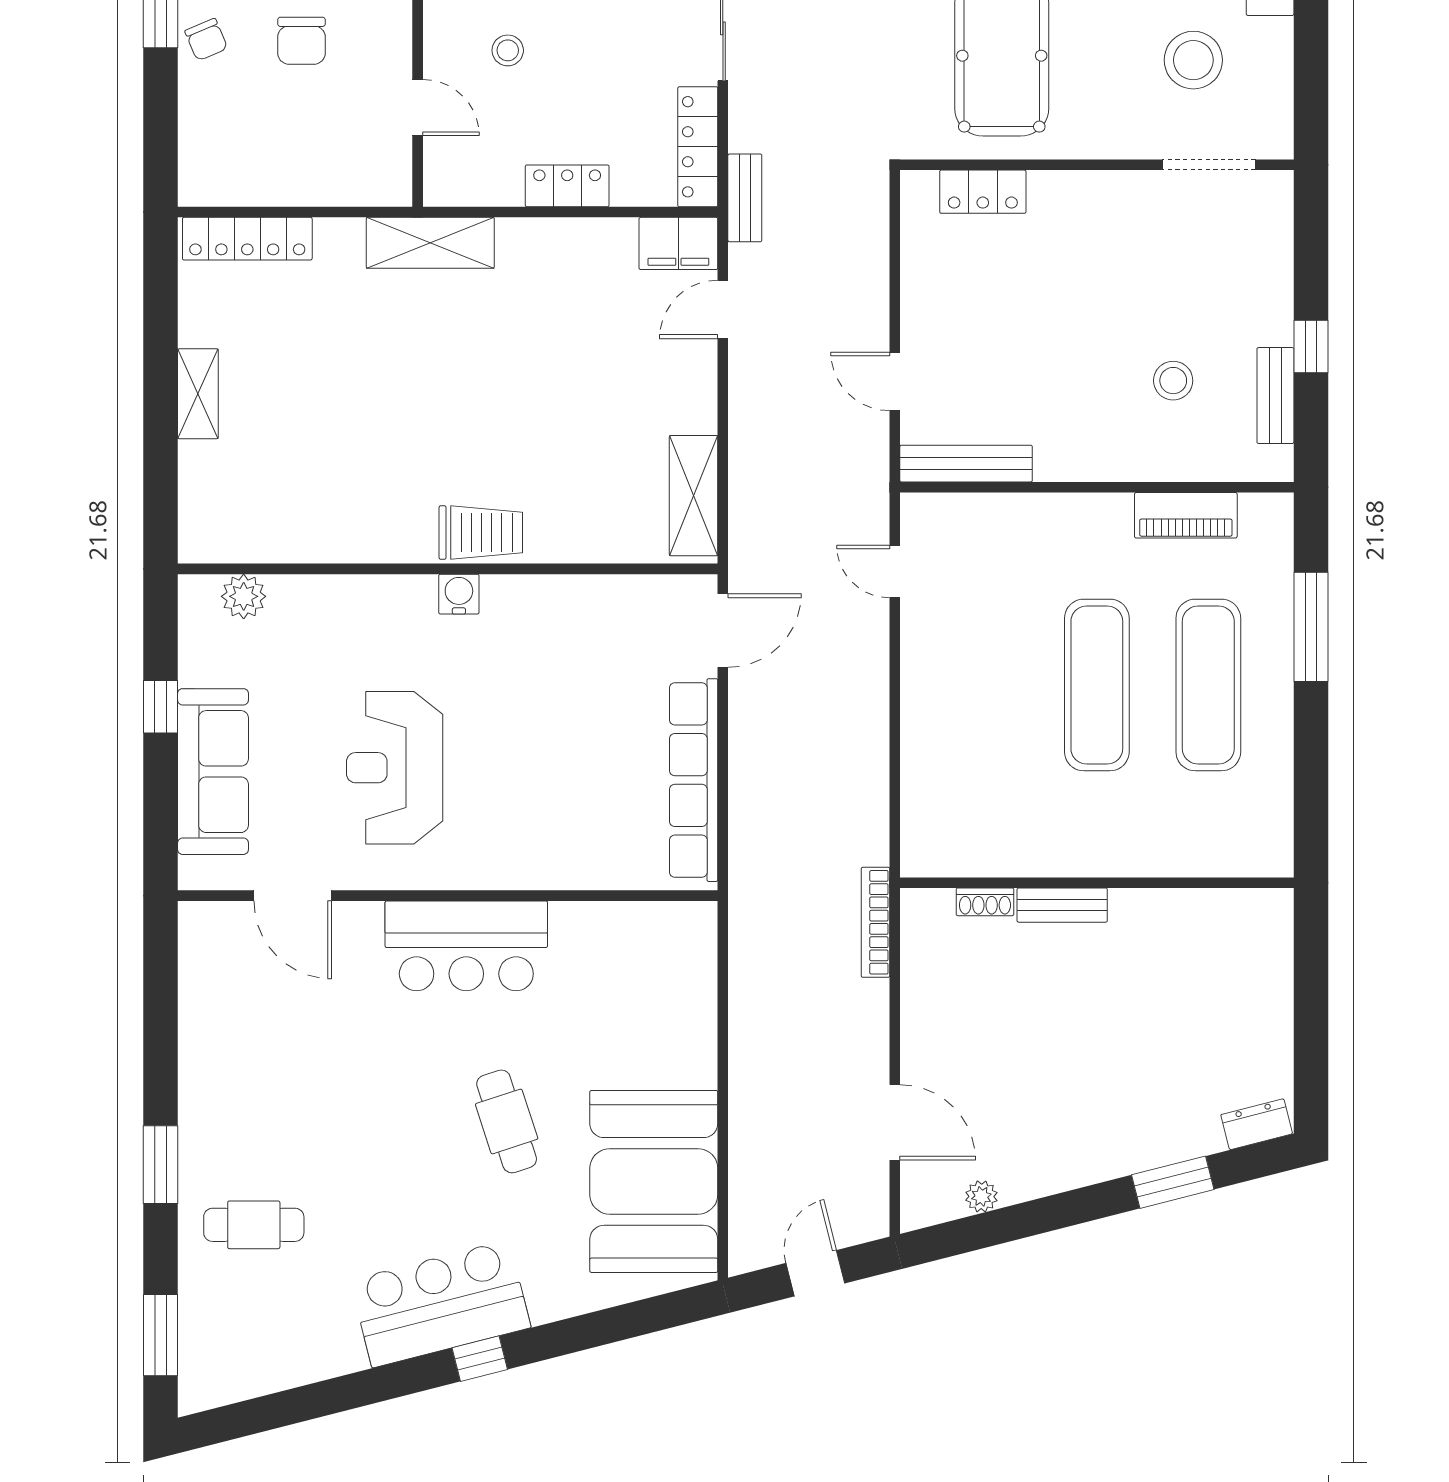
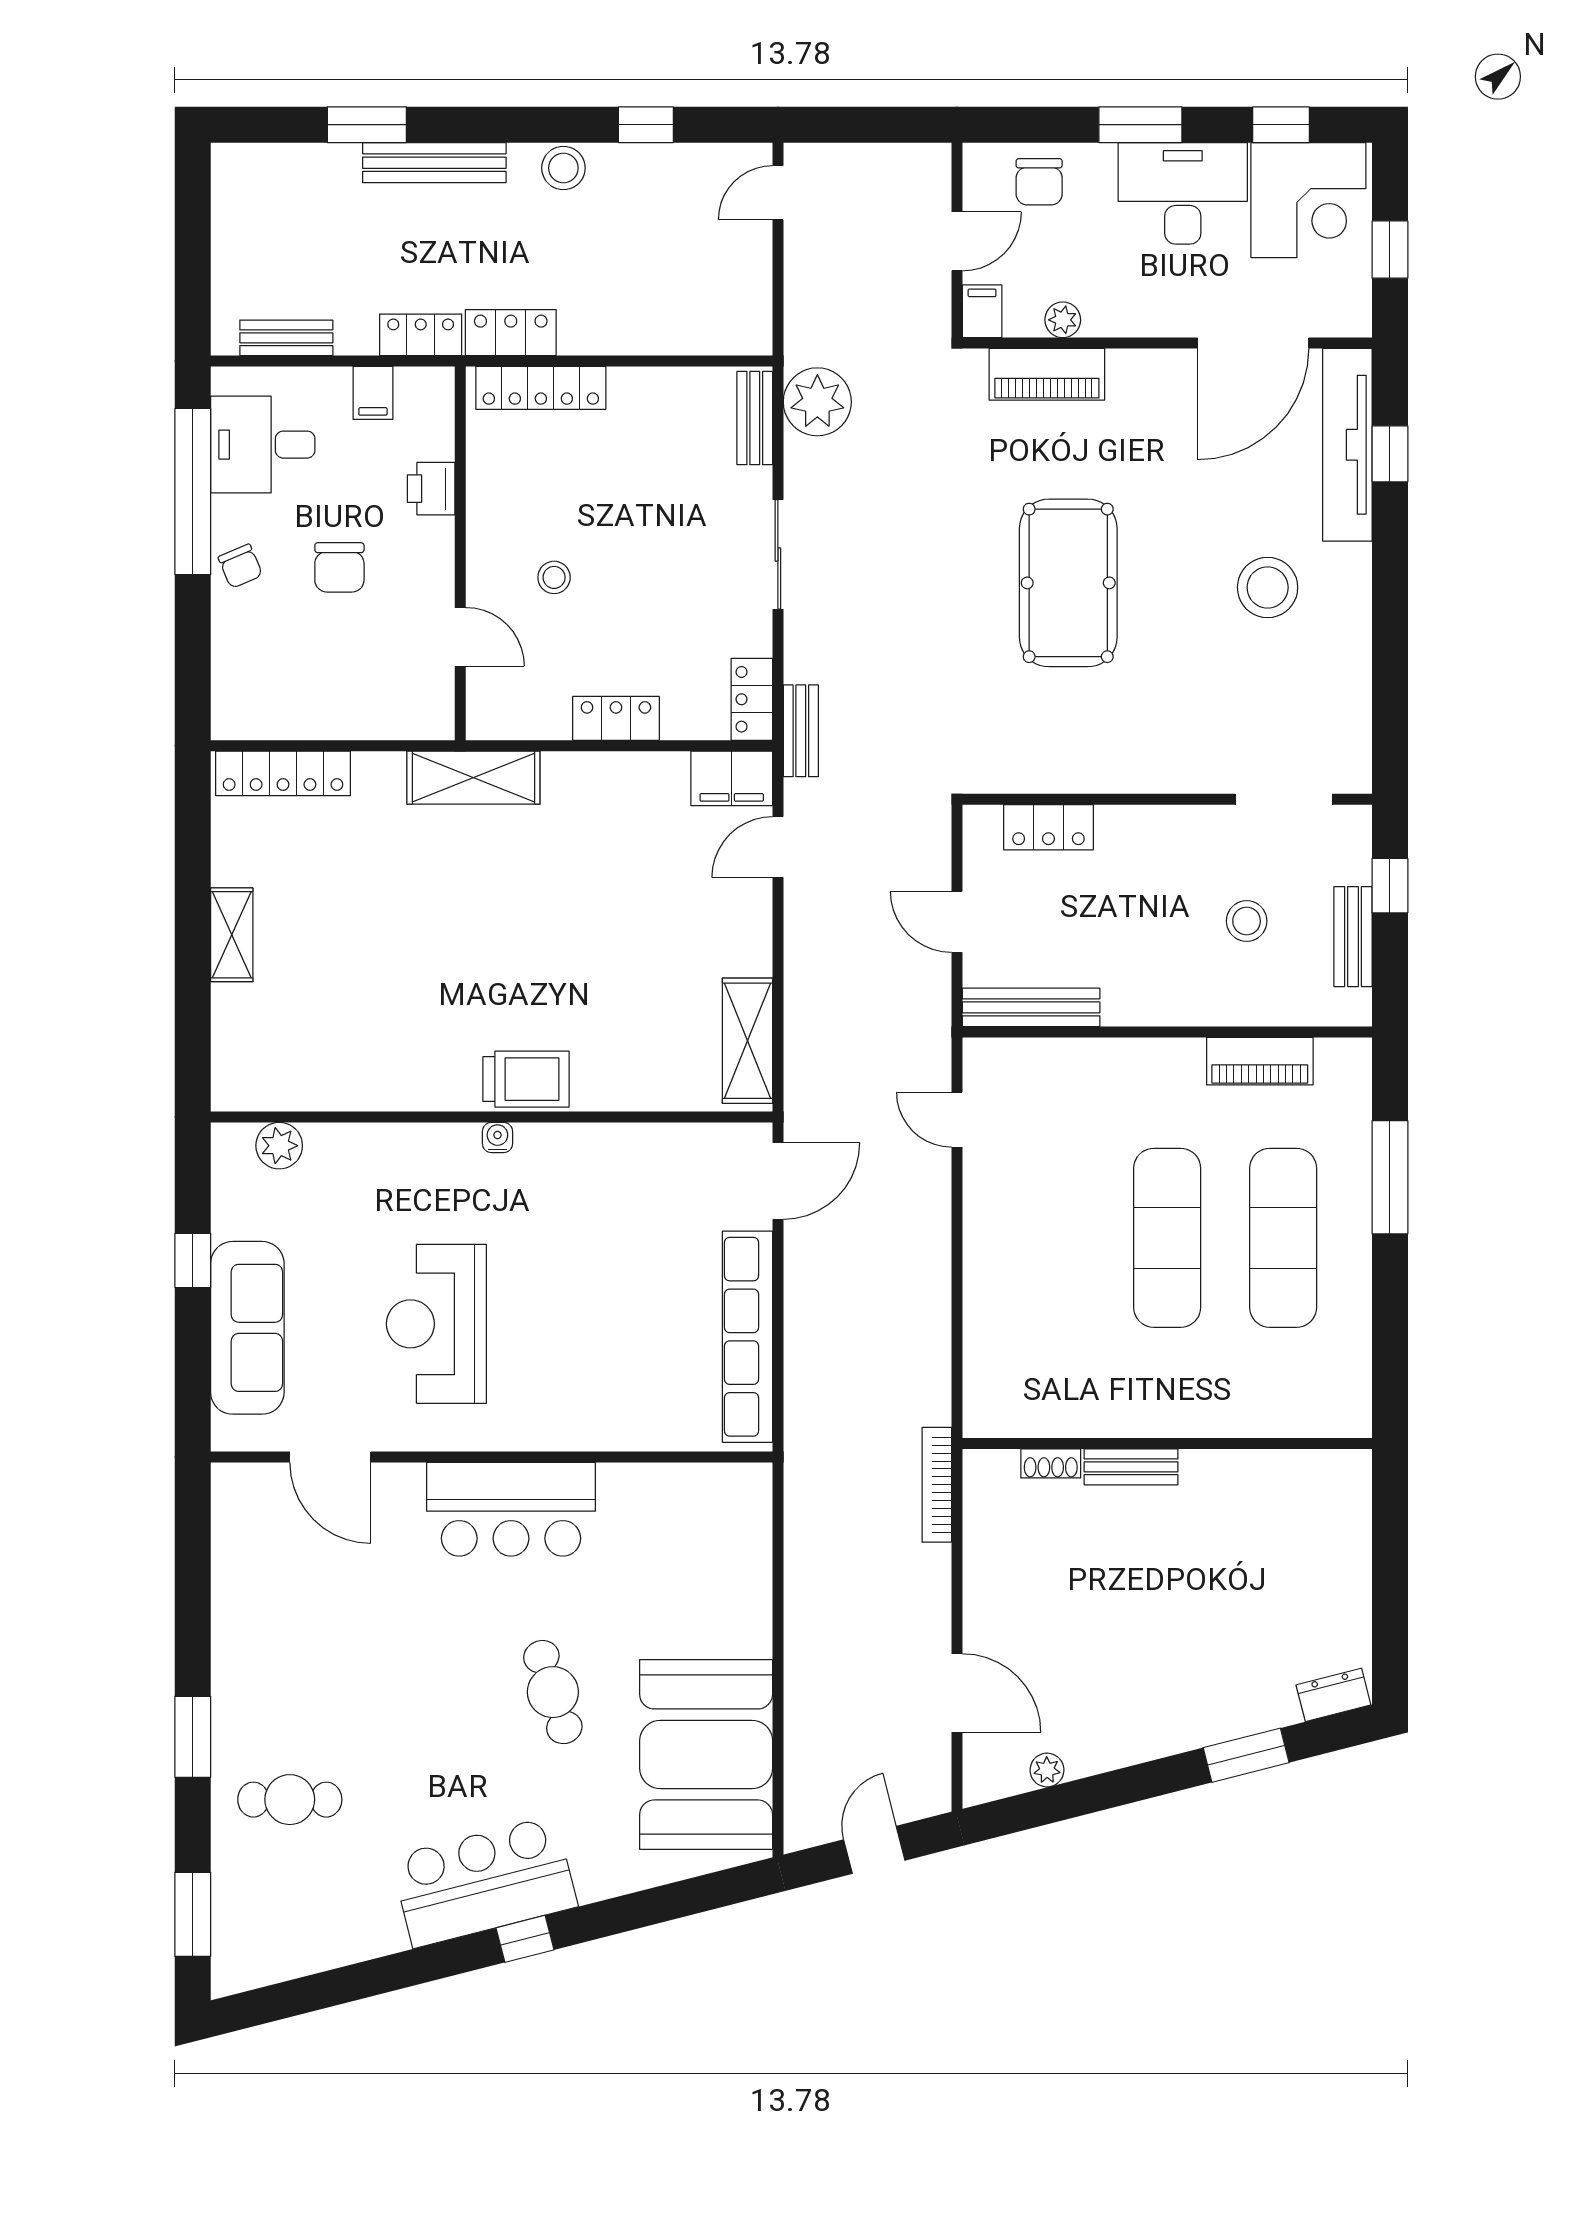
locker: (698, 147) -> (752, 699), width x0.66
wall: (1097, 165) -> (1167, 799), moved
doorway: (1209, 165) -> (1284, 799), moved
locker: (983, 192) -> (1048, 827), moved
water cooler: (459, 594) -> (497, 1137), width x0.72, depth x0.72

